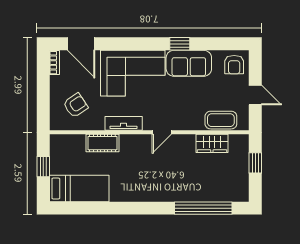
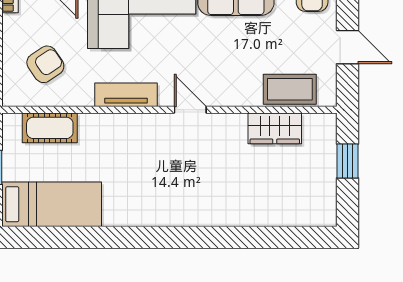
door: (162, 132) -> (190, 110), swing flipped
cot: (103, 143) -> (50, 128), moved
window: (203, 208) -> (260, 237), removed

